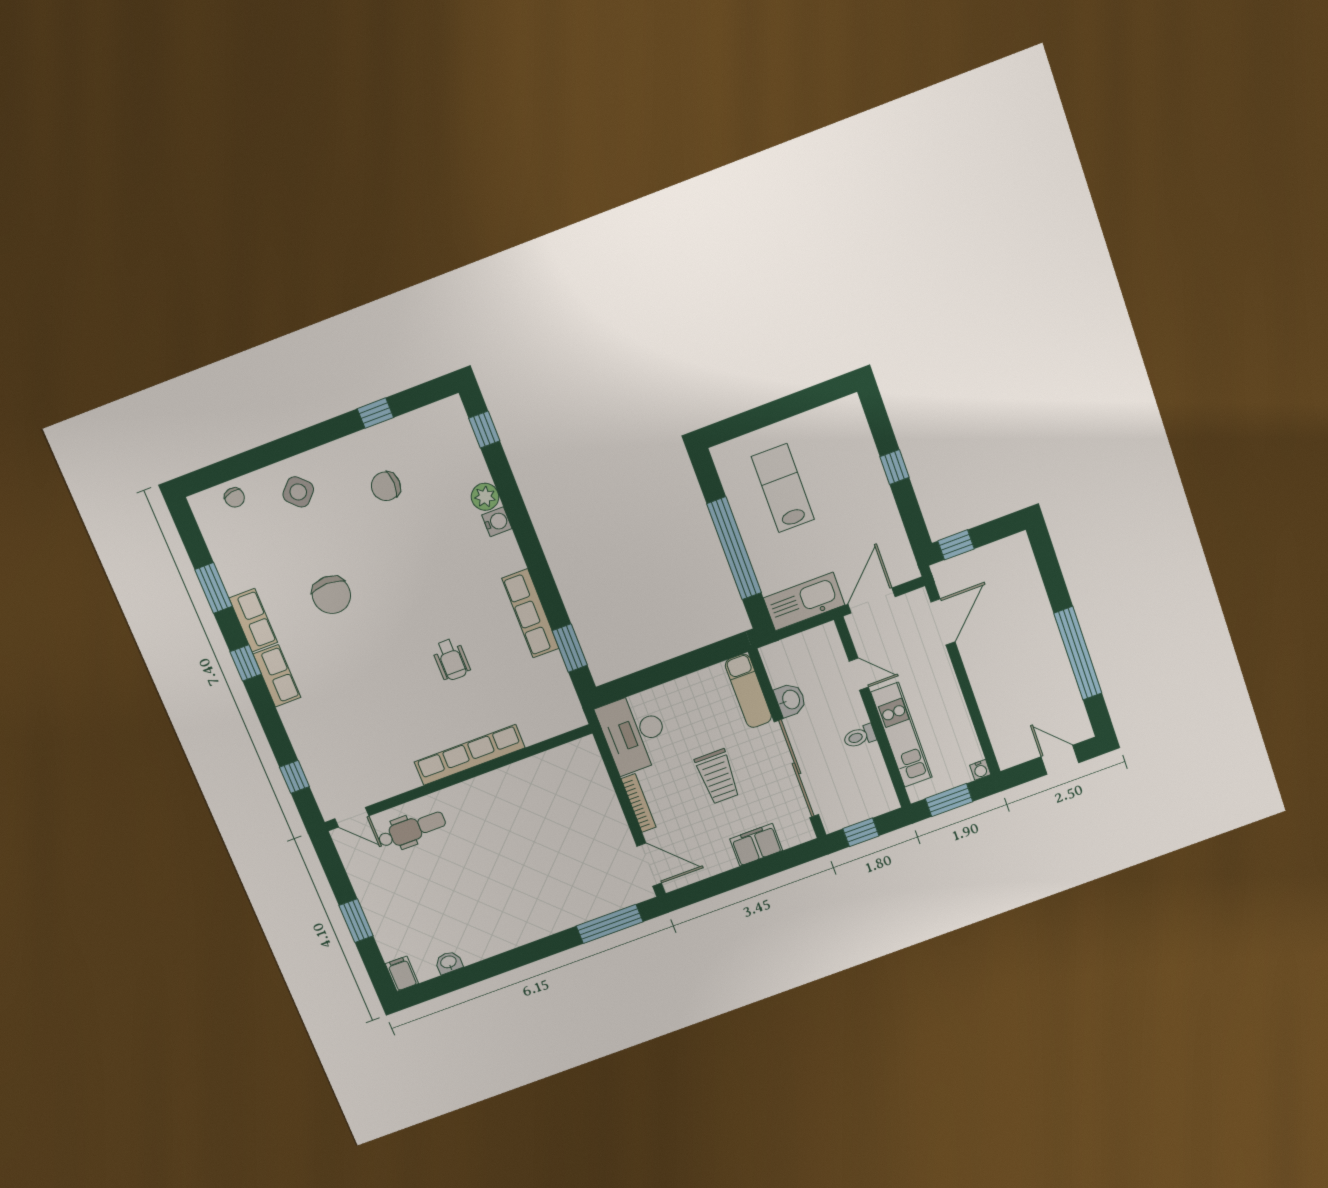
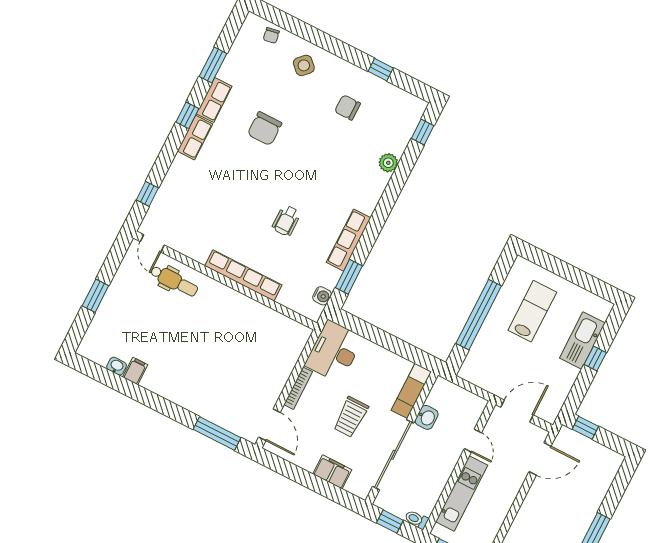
water cooler: (497, 522) -> (322, 296), moved
kitchen sink: (804, 601) -> (582, 341), moved, turned -90
toilet: (860, 736) -> (416, 519), moved
filing cabinet: (402, 974) -> (135, 371), moved

